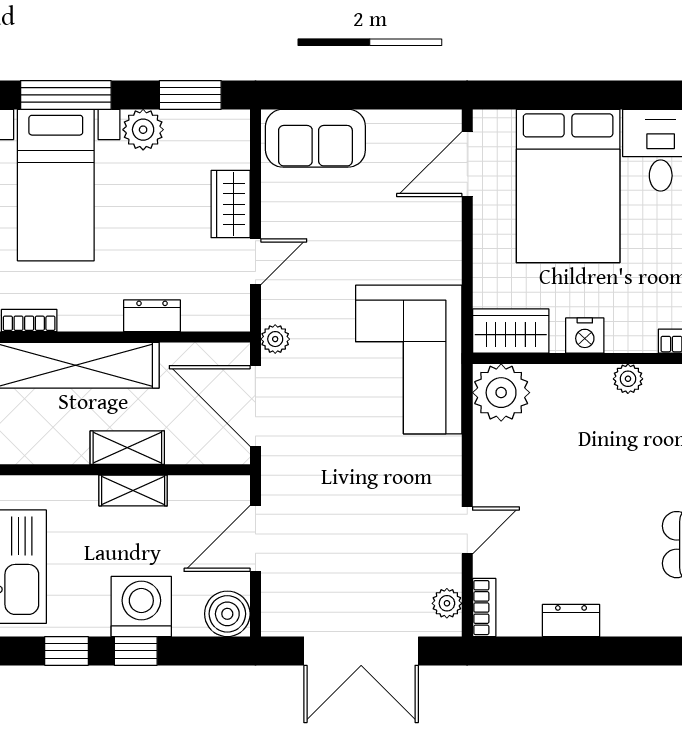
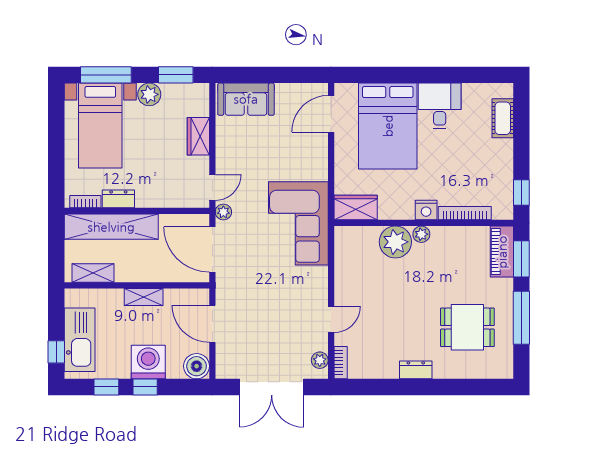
door: (255, 262) -> (212, 187), moved
dresser: (152, 316) -> (118, 199), moved
nightstand: (585, 336) -> (426, 210), moved
plant: (501, 393) -> (395, 242), moved
shelving: (127, 448) -> (93, 273), moved
door: (255, 538) -> (212, 324), hinge flipped
dresser: (571, 621) -> (416, 370), moved

